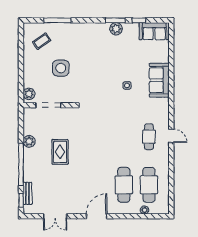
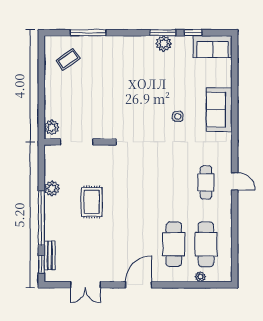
side table: (61, 68) -> (93, 94), removed

